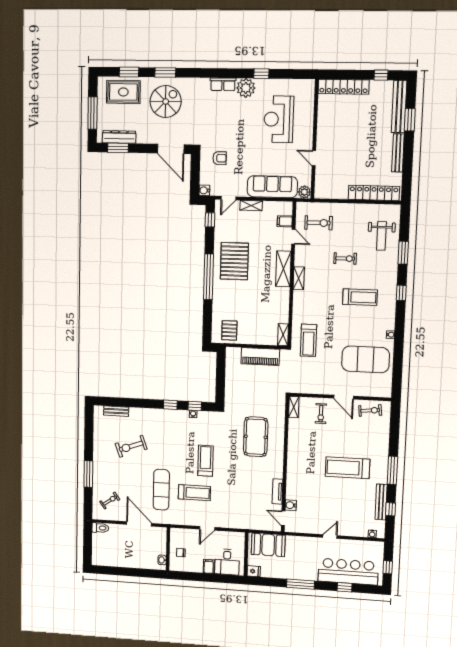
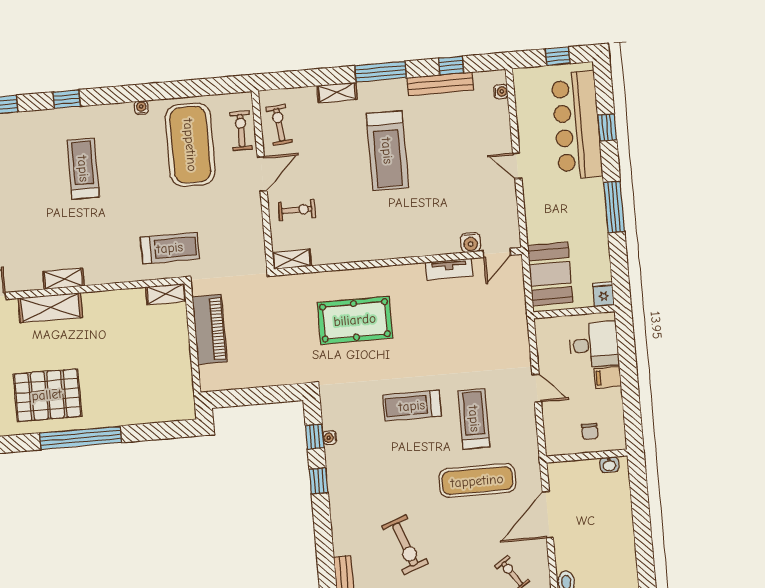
exercise bike: (345, 258) -> (241, 131), moved
pallet: (229, 330) -> (171, 390), removed
shelving: (384, 445) -> (337, 92), added

